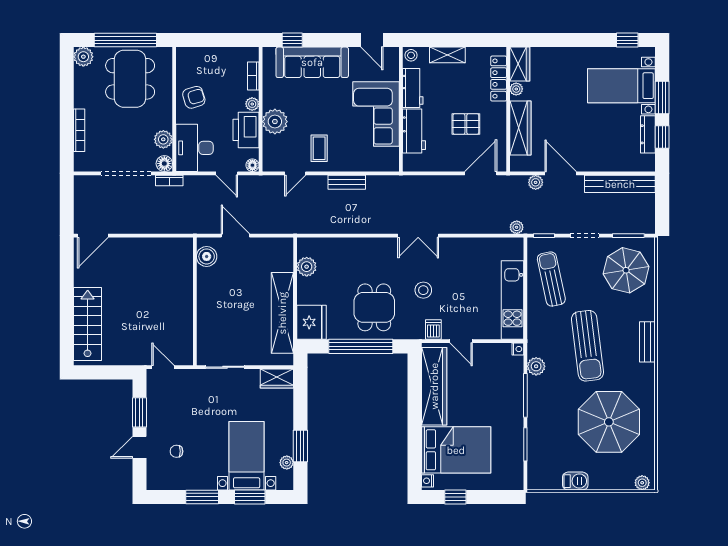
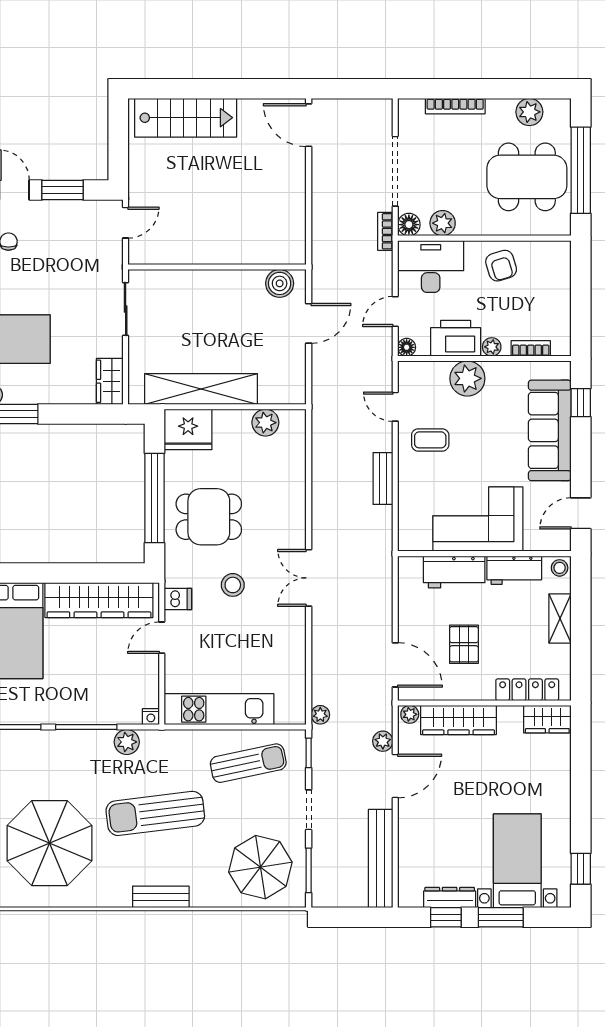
plant: (83, 57) -> (529, 112), moved
plant: (516, 89) -> (410, 714), moved

